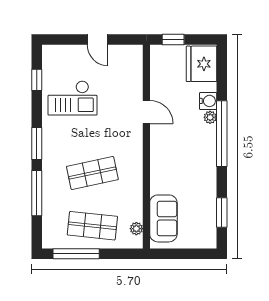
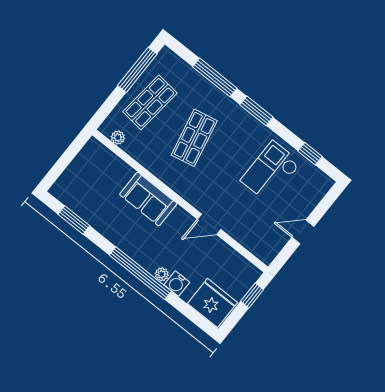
sofa: (163, 218) -> (148, 199), moved

